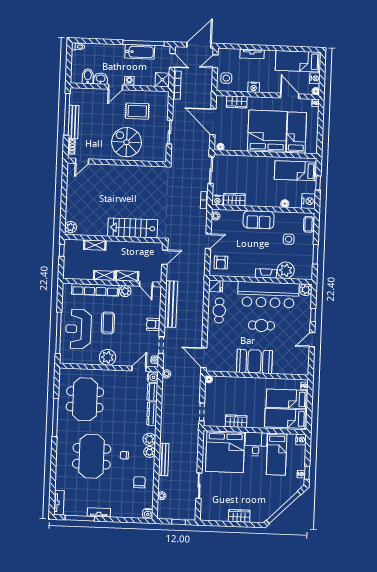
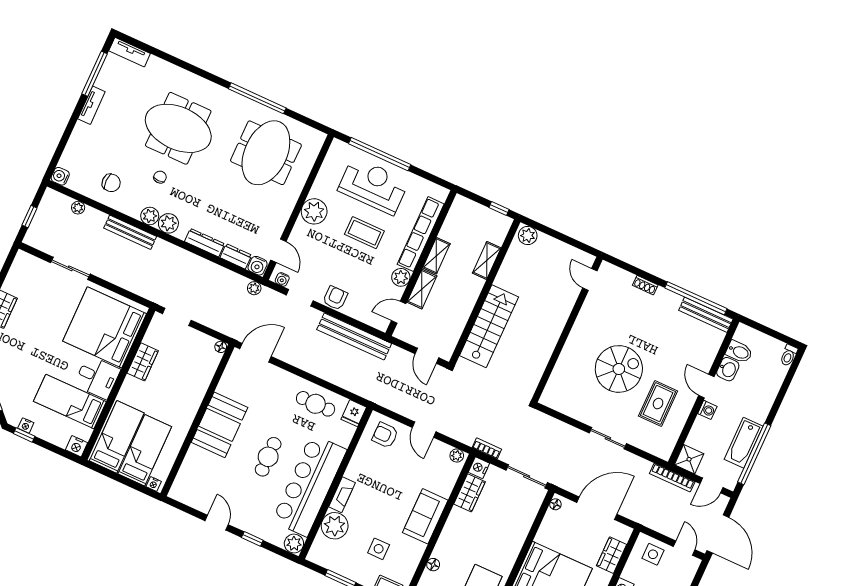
bench: (73, 122) -> (706, 315), moved
door: (82, 161) -> (590, 279), moved
wall: (117, 162) -> (567, 330), moved
meeting table: (85, 399) -> (266, 153), turned 90

